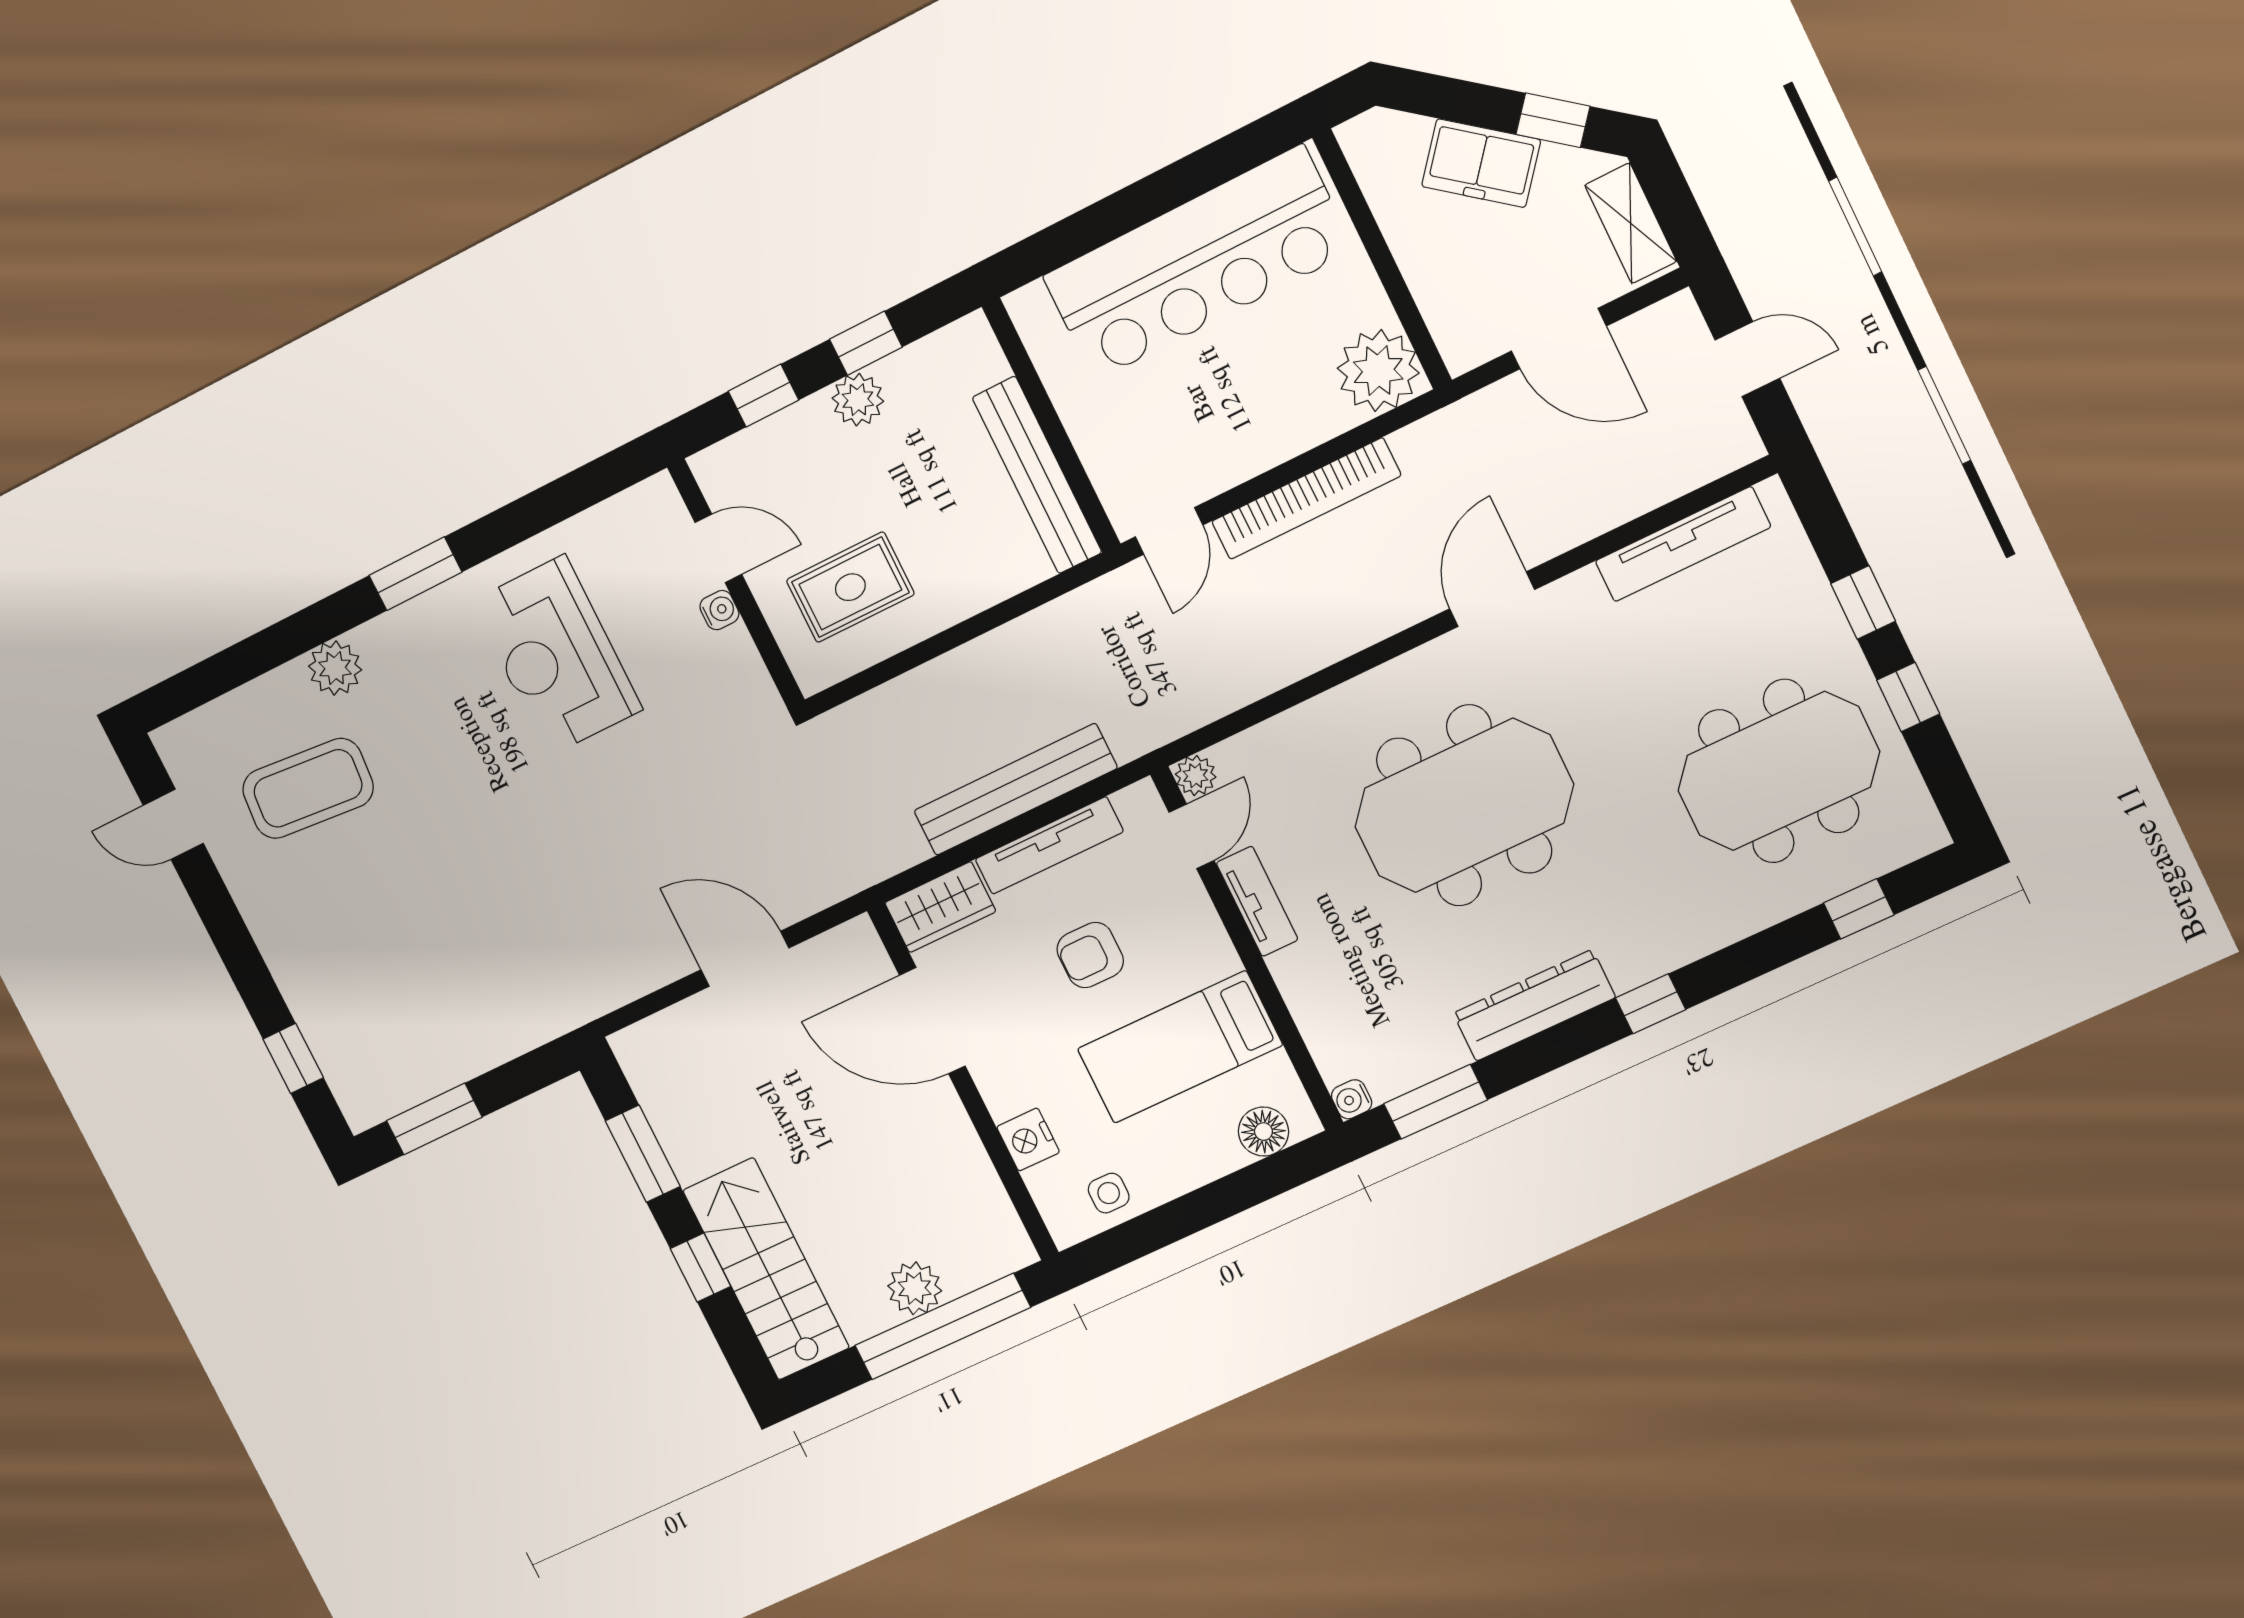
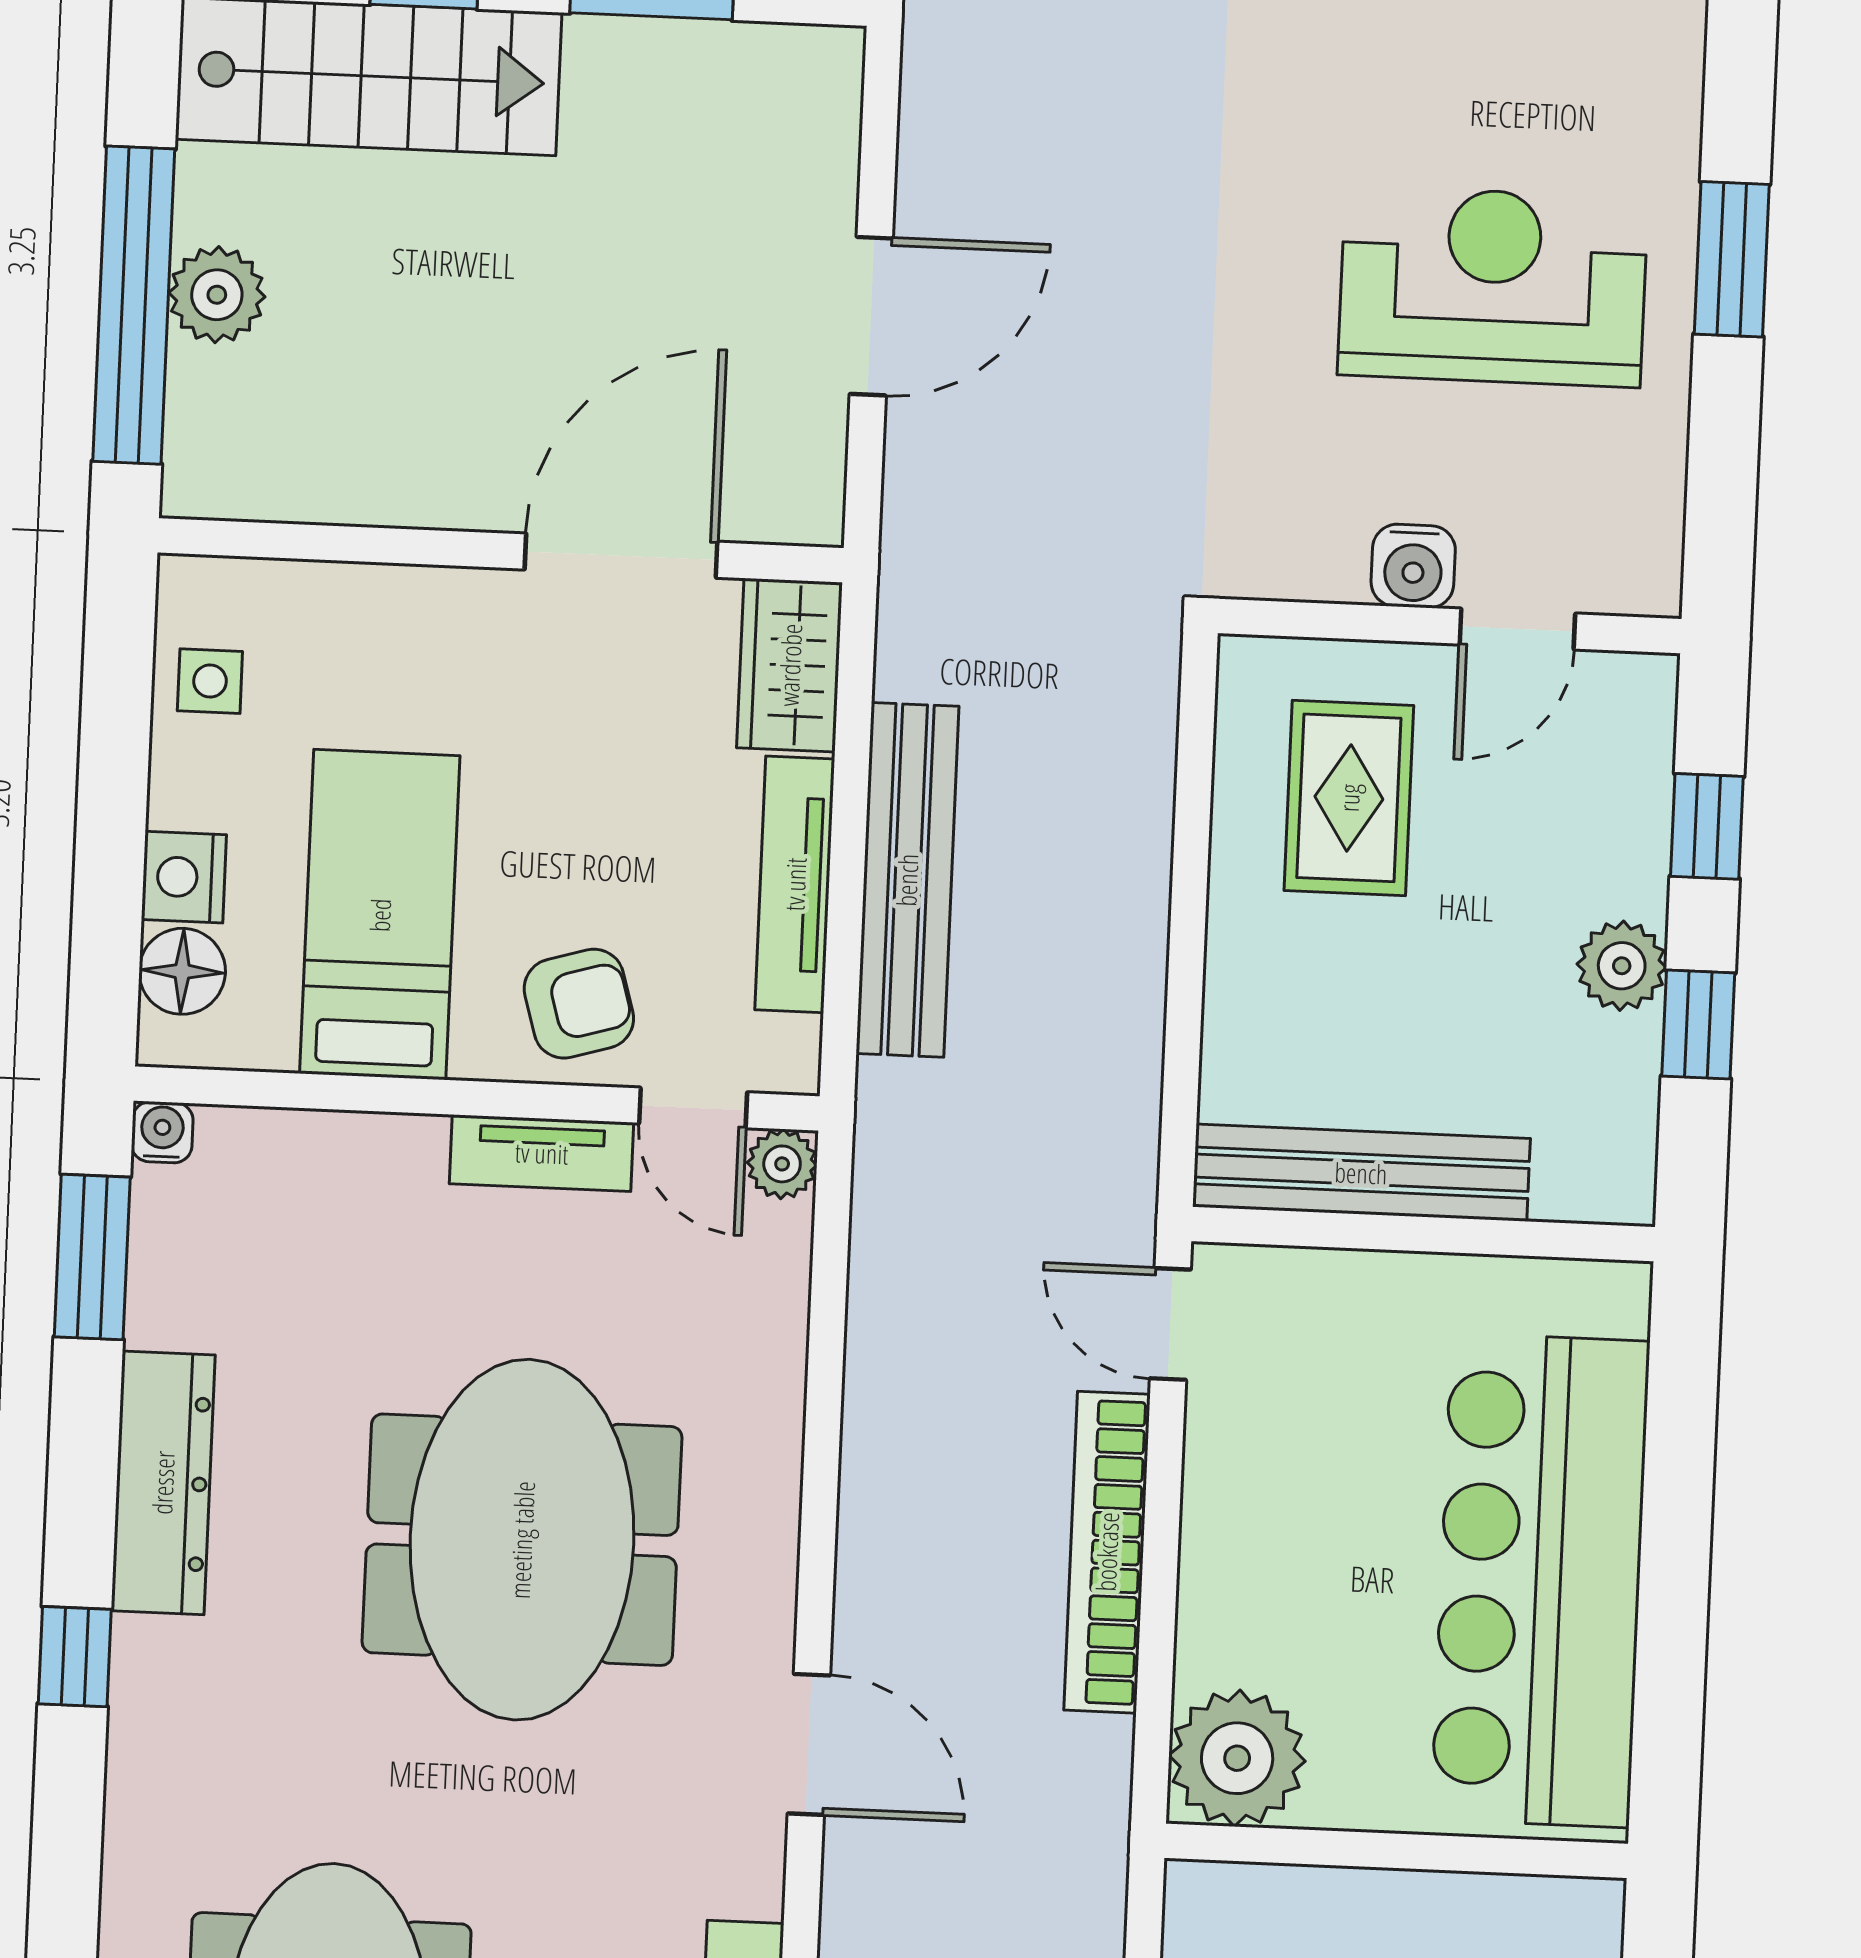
window: (415, 574) -> (1732, 259), moved
water cooler: (719, 610) -> (1413, 566), width x1.38, depth x1.38
armchair: (1090, 955) -> (579, 1004), moved, turned 74
nightstand: (1028, 1140) -> (184, 877), moved, turned -90

